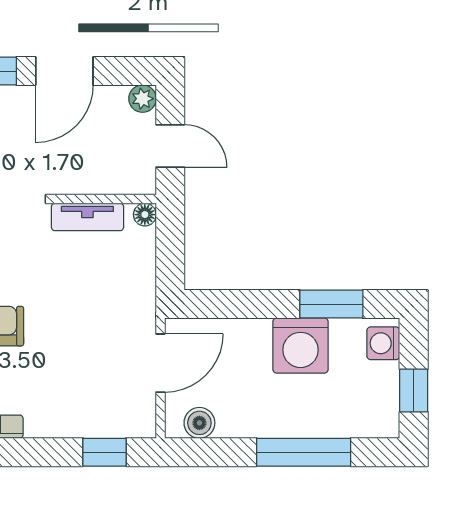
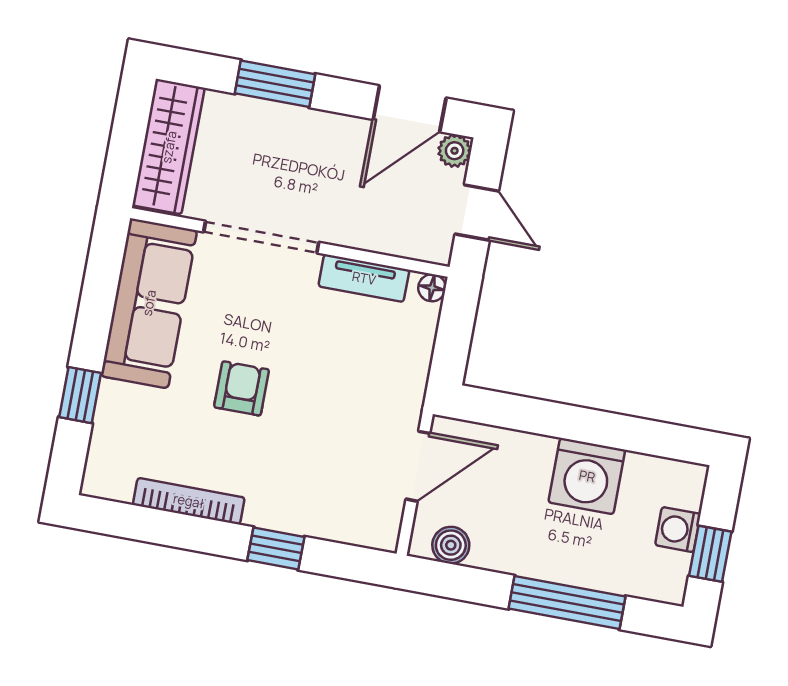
door: (64, 71) -> (410, 109), moved
window: (331, 304) -> (632, 434), removed
washing machine: (383, 343) -> (678, 530), moved
window: (105, 452) -> (276, 548), moved

